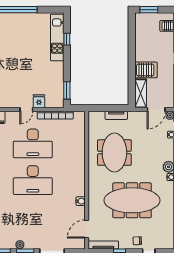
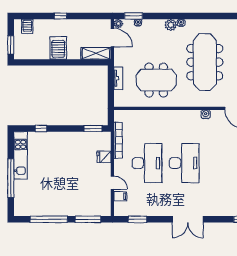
kitchen unit: (57, 37) -> (21, 155), moved, turned -90
server rack: (146, 70) -> (58, 48), moved
door: (26, 110) -> (112, 183), moved

